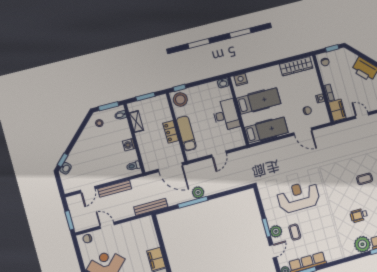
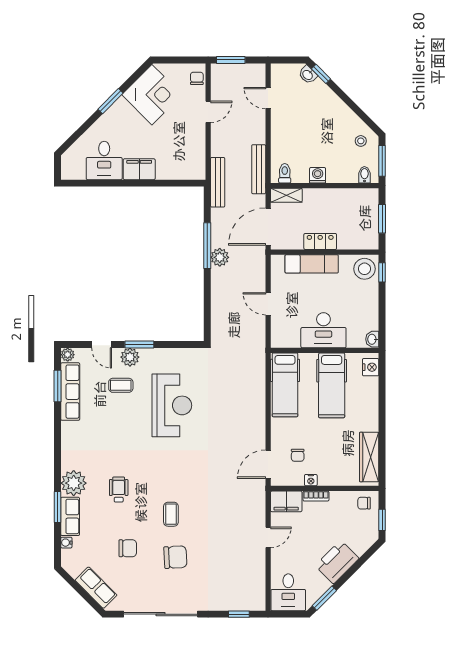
shelving: (136, 122) -> (286, 195), moved
door: (303, 131) -> (268, 464), moved
bench: (115, 189) -> (259, 169), moved

